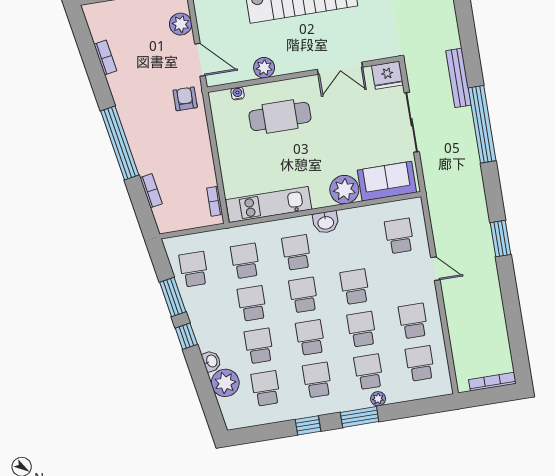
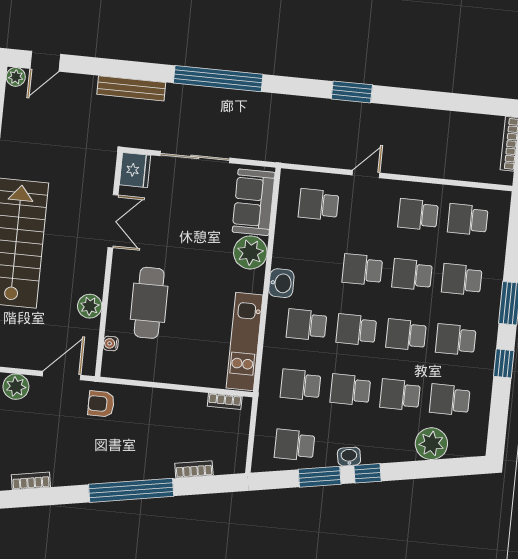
bench: (458, 78) -> (131, 88), moved
washbasin: (211, 361) -> (349, 457), moved
plant: (378, 399) -> (495, 277), removed

